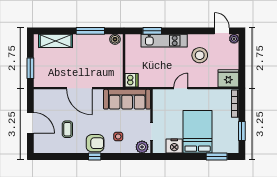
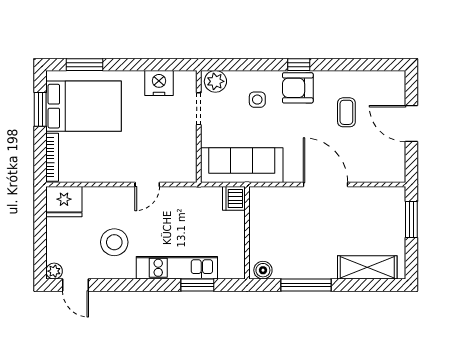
bed: (198, 132) -> (84, 106), moved, turned -90

